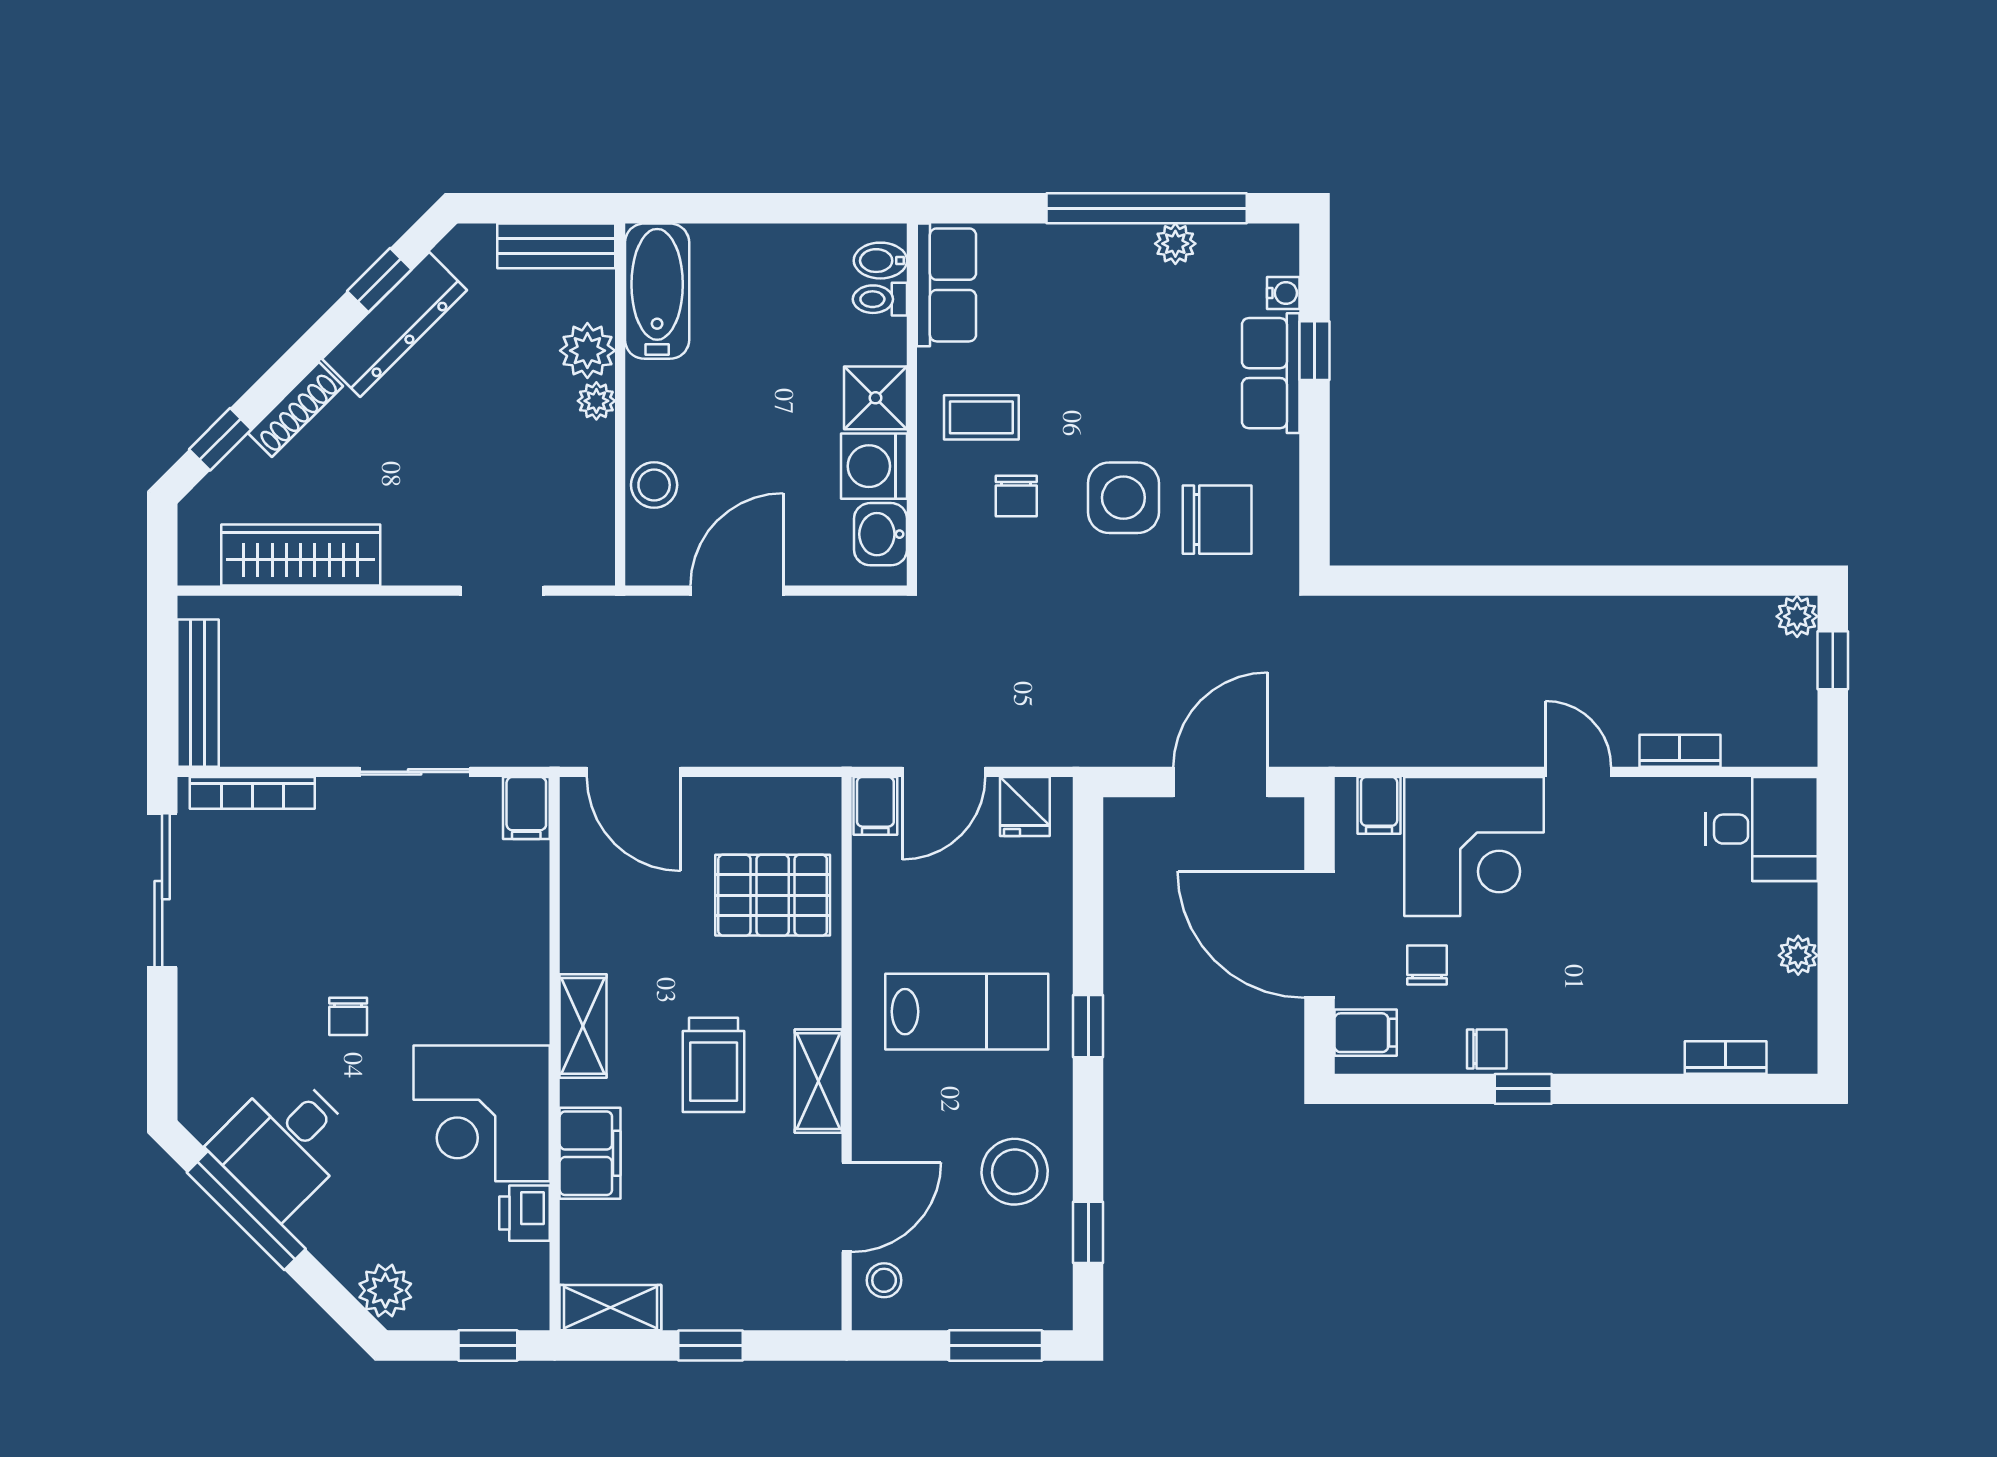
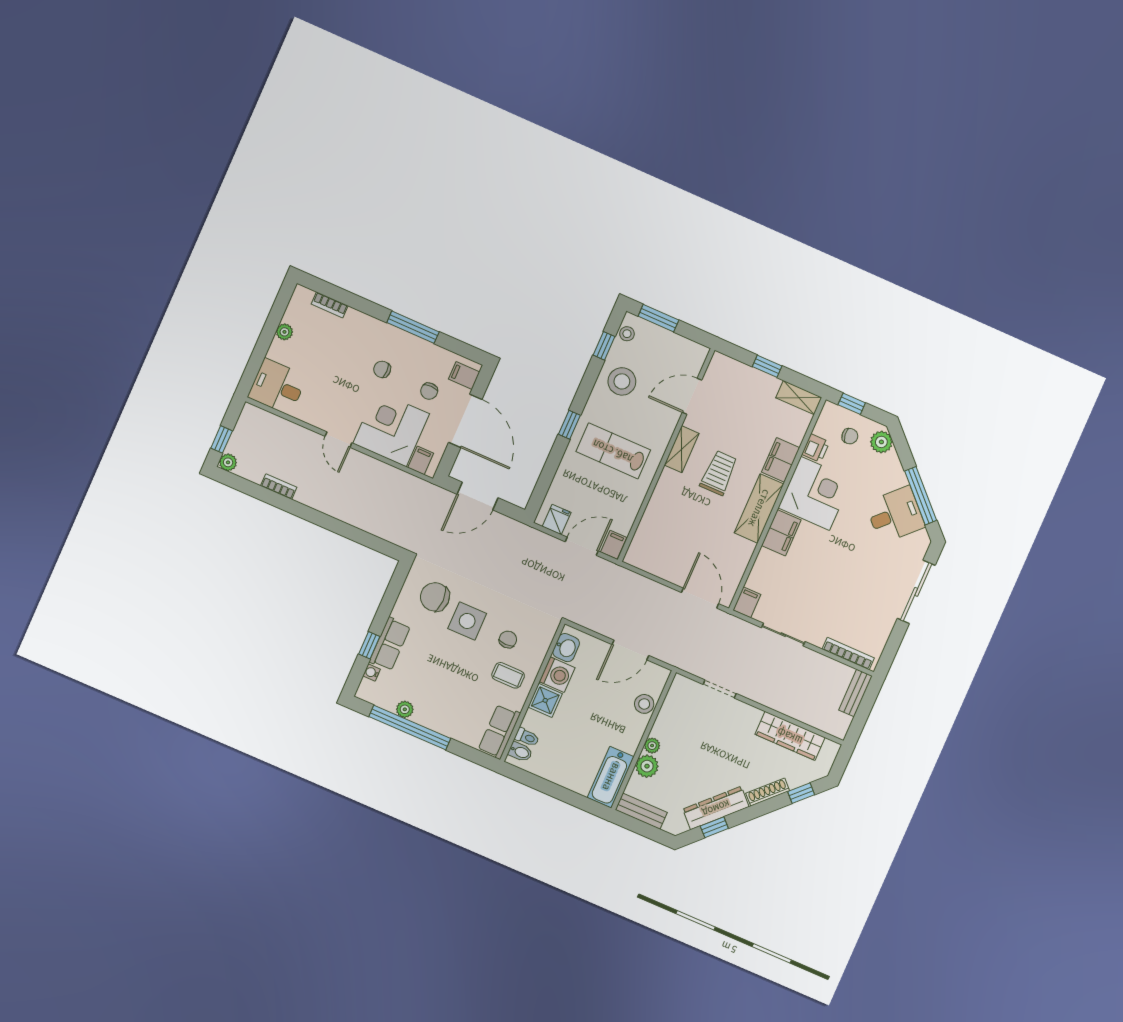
bench: (198, 693) -> (855, 693), width x0.73
bookcase: (1680, 751) -> (279, 487), moved, turned 180
sliding door: (162, 890) -> (916, 592), moved
pallet: (773, 895) -> (668, 528), removed
filing cabinet: (518, 994) -> (781, 533), added
chair: (348, 1016) -> (850, 436), moved, turned 81
shelving: (583, 1026) -> (759, 508), width x1.50, depth x1.33
chair: (1487, 1049) -> (382, 369), moved
window: (1523, 1089) -> (413, 327), width x2.17
stool: (884, 1280) -> (627, 334), moved

